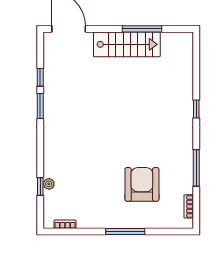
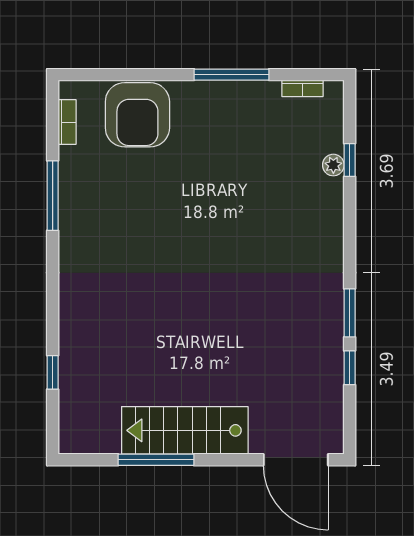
window: (196, 109) -> (53, 372), moved
armchair: (142, 184) -> (137, 115), moved
window: (125, 231) -> (232, 75), moved

